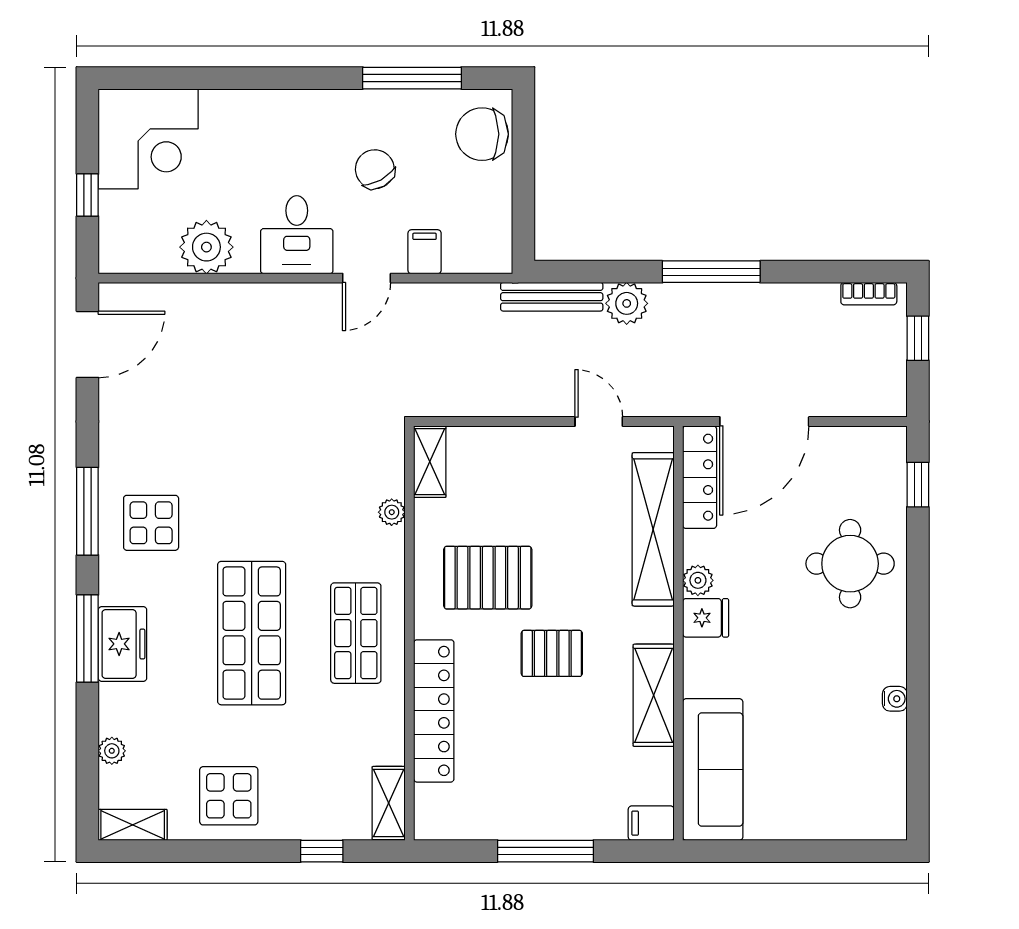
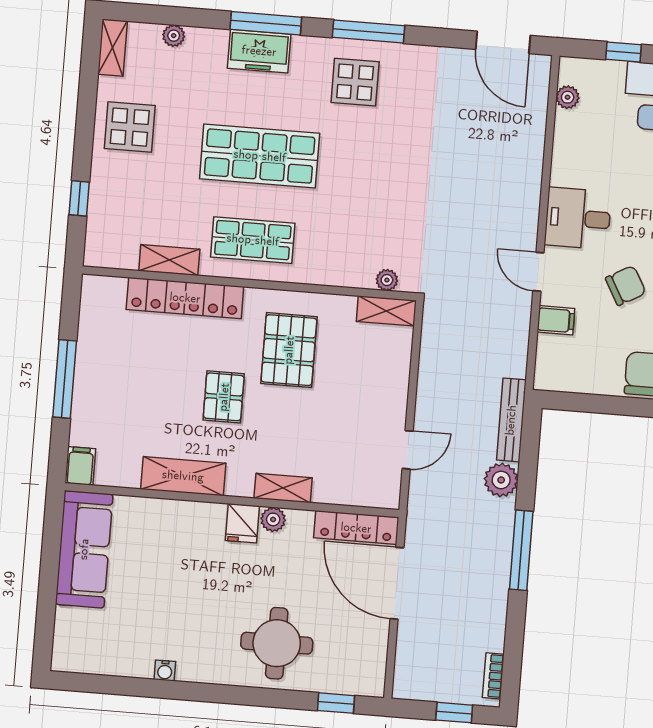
plant: (206, 247) -> (568, 97), moved, width x0.53, depth x0.53
plant: (392, 512) -> (387, 280), moved
shelving: (653, 529) -> (283, 488), width x0.45, depth x0.75
sofa: (713, 769) -> (84, 549), moved, turned -90
shelving: (389, 803) -> (169, 260), moved

